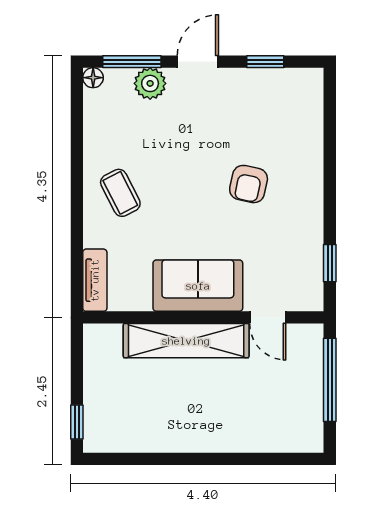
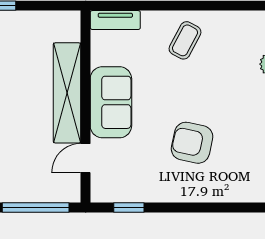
armchair: (249, 184) -> (192, 143), width x1.38, depth x1.38
coffee table: (120, 193) -> (185, 40), turned -35

